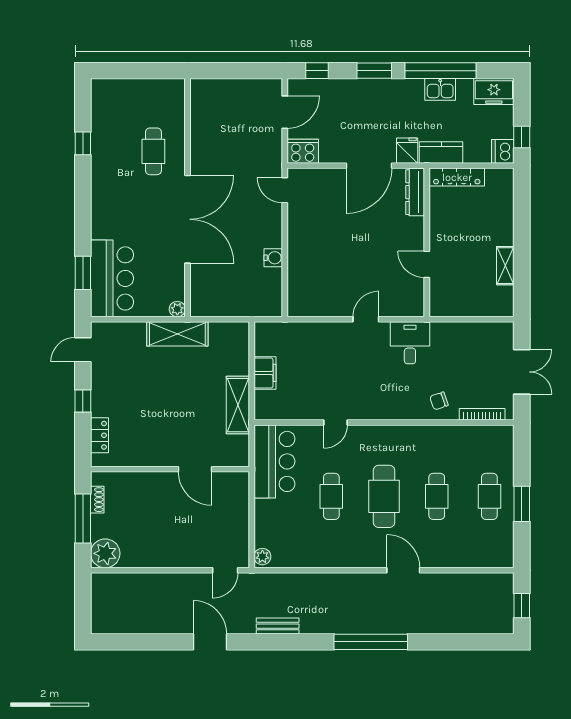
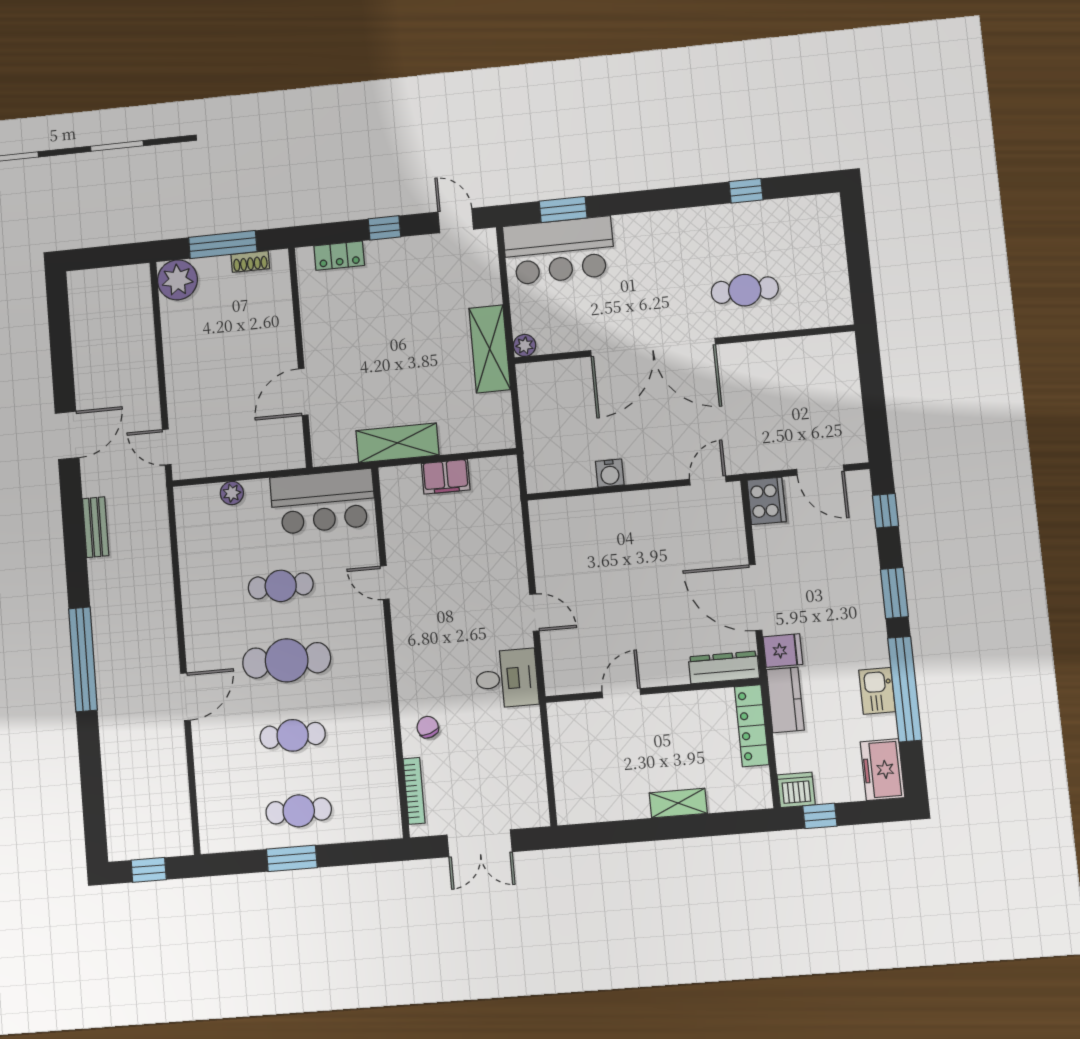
shelving: (505, 266) -> (678, 803), moved
plant: (262, 557) -> (232, 493), moved

